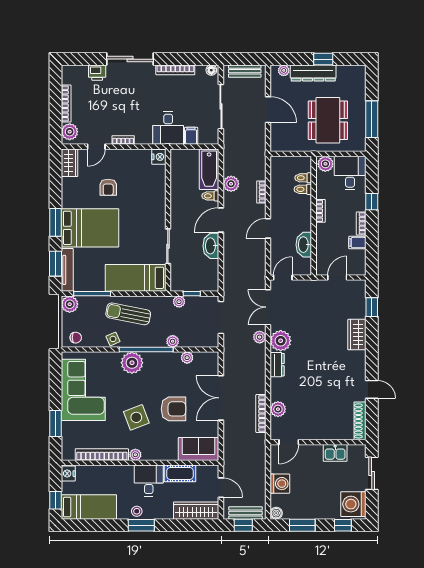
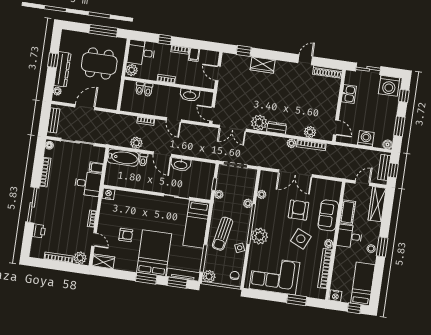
plant: (260, 337) -> (291, 143), moved
side table: (136, 417) -> (301, 239), turned 45
sofa: (199, 449) -> (328, 215), moved

